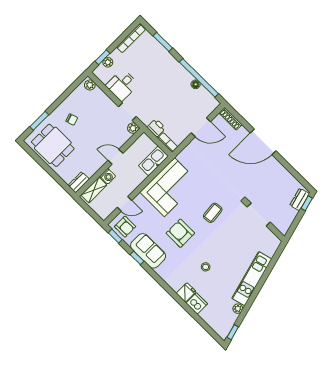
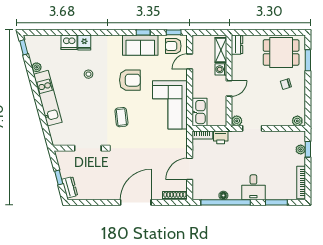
desk: (122, 85) -> (253, 187), moved, turned 180
window: (307, 203) -> (59, 178), moved

